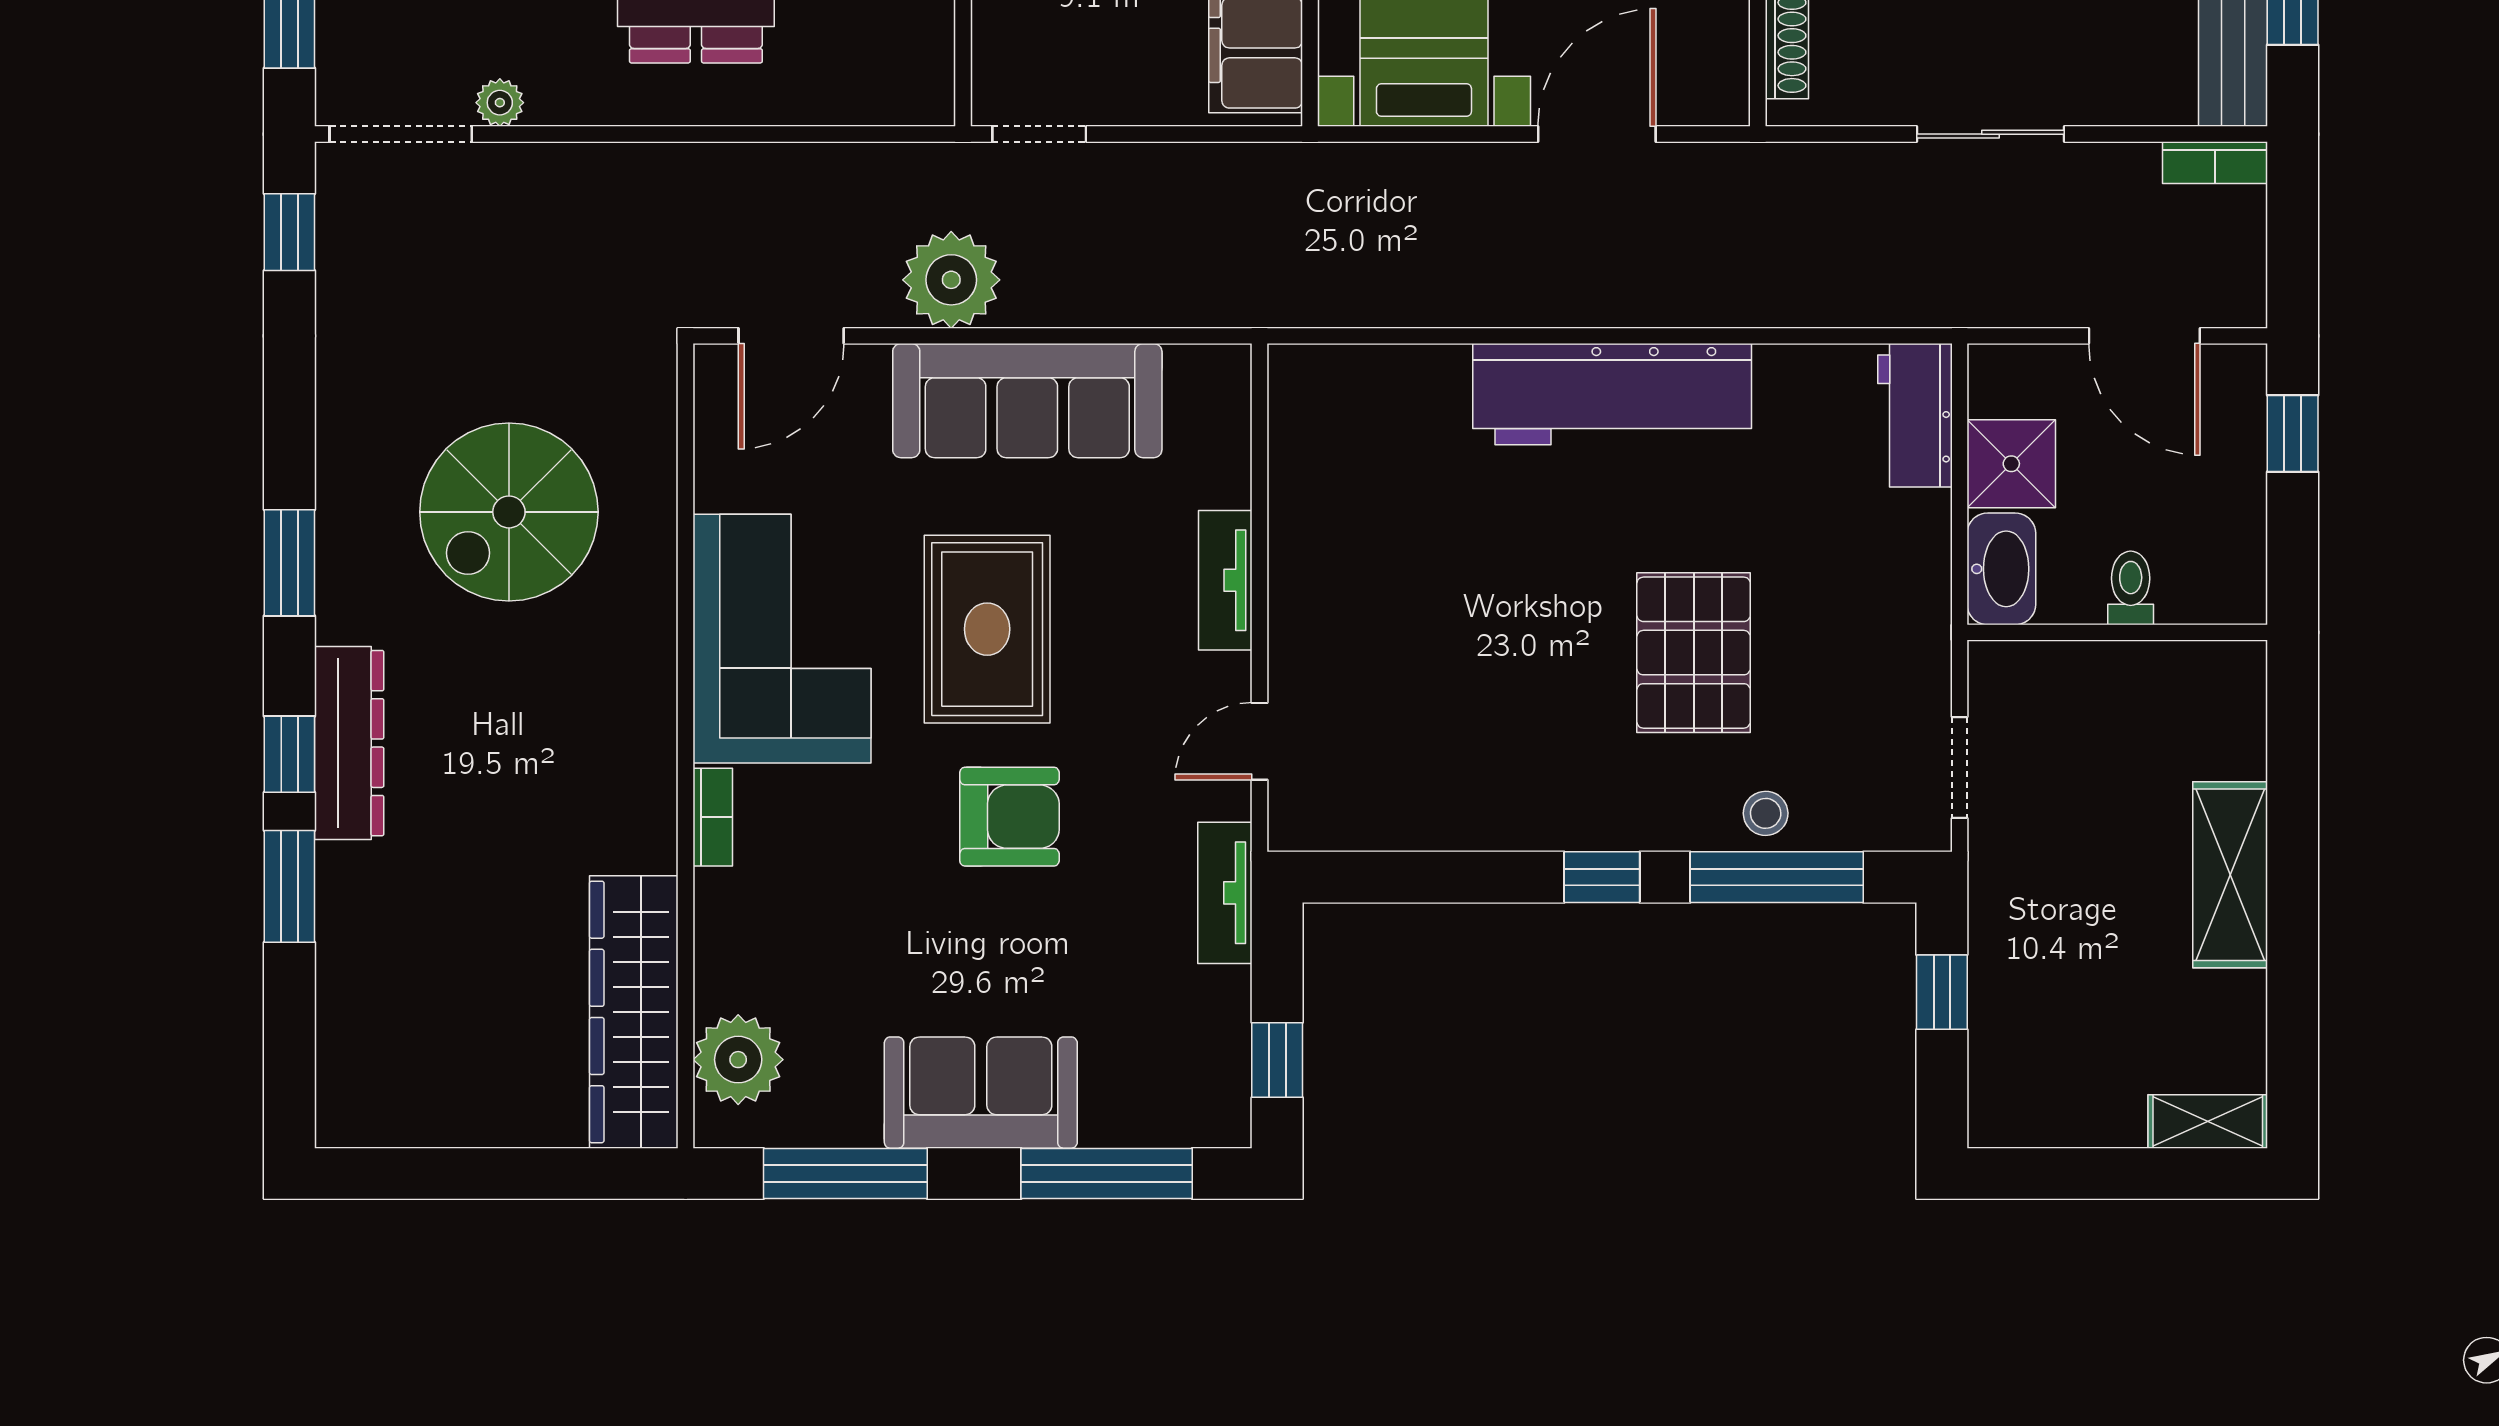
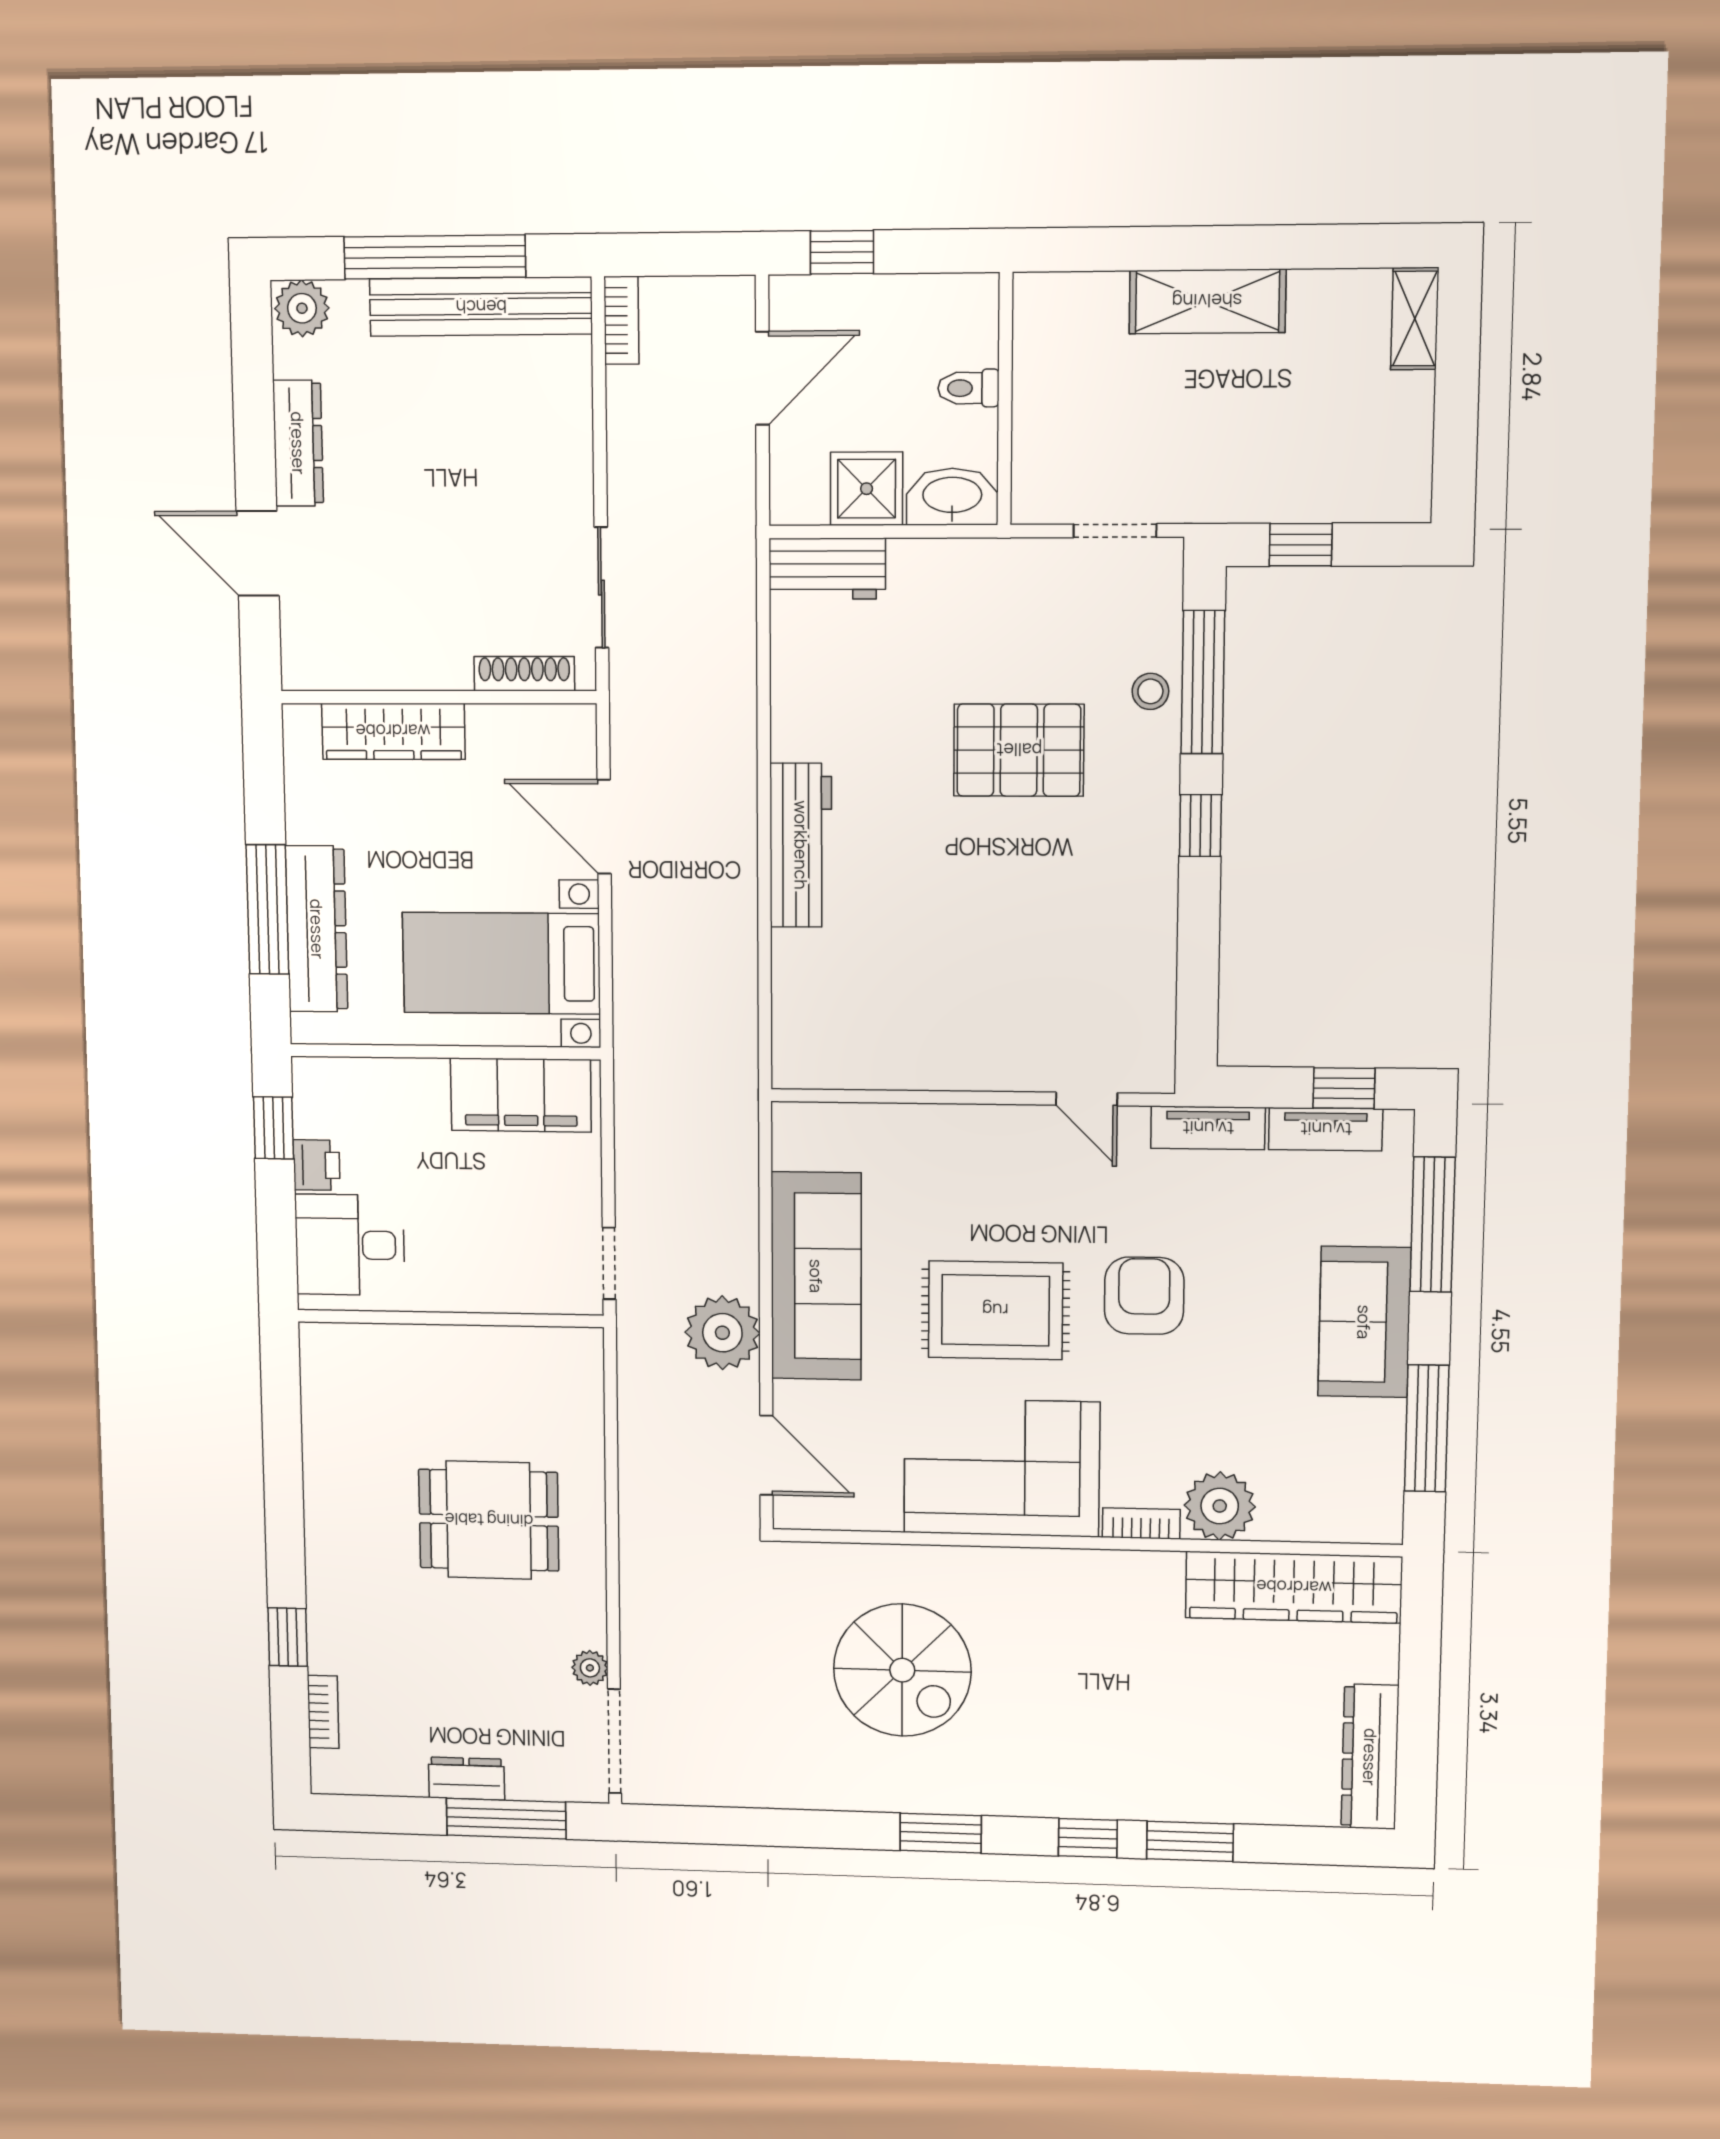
sliding door: (1990, 134) -> (601, 588), moved
window: (289, 232) -> (689, 1825), removed
workbench: (1612, 394) -> (801, 845), width x0.73, depth x0.76
tv unit: (1225, 580) -> (1326, 1129), moved
dresser: (349, 743) -> (1370, 1757), moved, turned -90
plant: (738, 1060) -> (1220, 1506), moved

